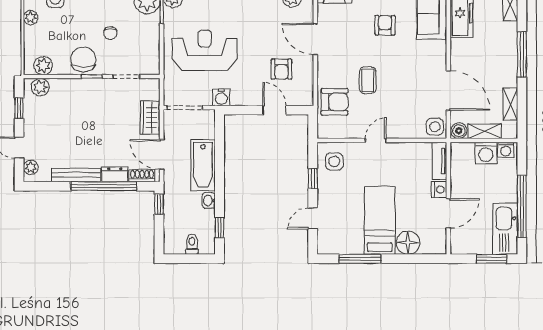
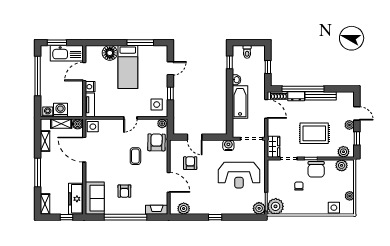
armchair: (335, 102) -> (156, 142), turned 91
rug: (86, 116) -> (314, 133), added
wardrobe: (150, 118) -> (274, 147), moved
plant: (326, 132) -> (162, 124), added
plant: (31, 167) -> (349, 125), moved
window: (159, 204) -> (268, 67), moved
kitchen sink: (505, 229) -> (67, 53), moved, turned 90

